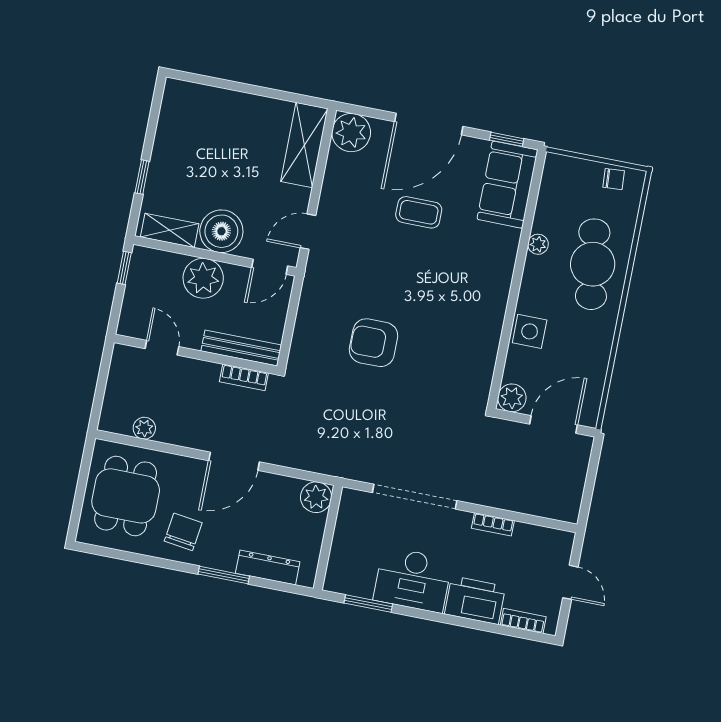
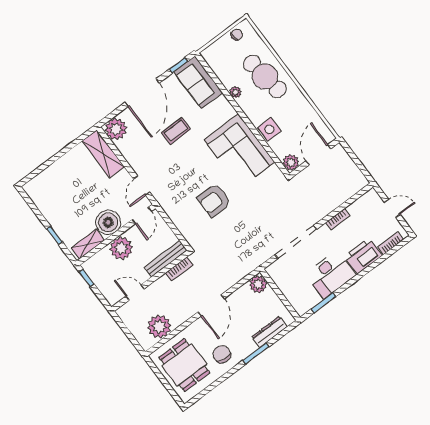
corner sofa: (467, 318) -> (239, 151), added
plant: (144, 428) -> (159, 327), width x1.88, depth x1.88

